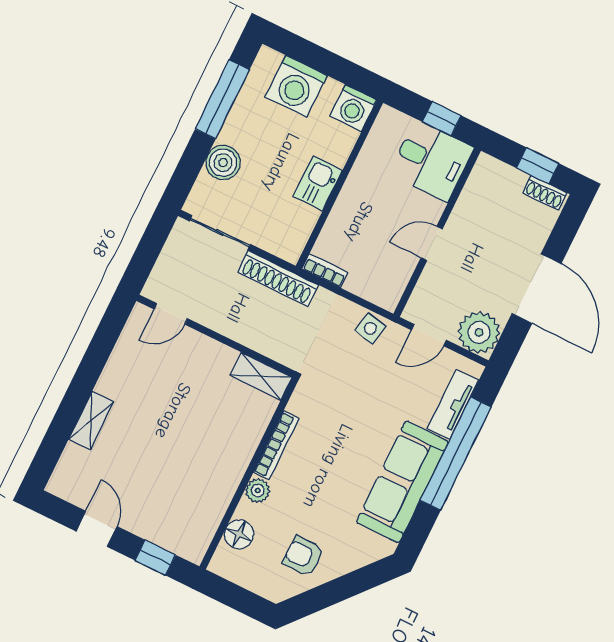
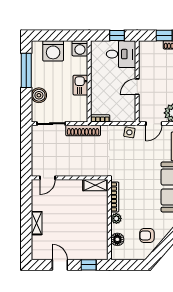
door: (171, 314) -> (48, 178), moved
wall: (216, 336) -> (70, 178), moved
shelving: (261, 376) -> (95, 185), moved

